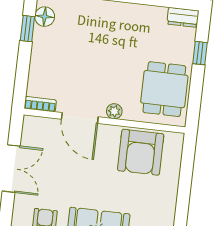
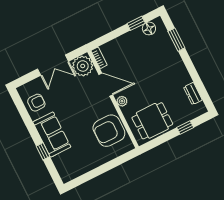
dresser: (183, 17) -> (193, 94), moved
door: (80, 118) -> (106, 85), swing flipped
plant: (37, 132) -> (83, 66), added

